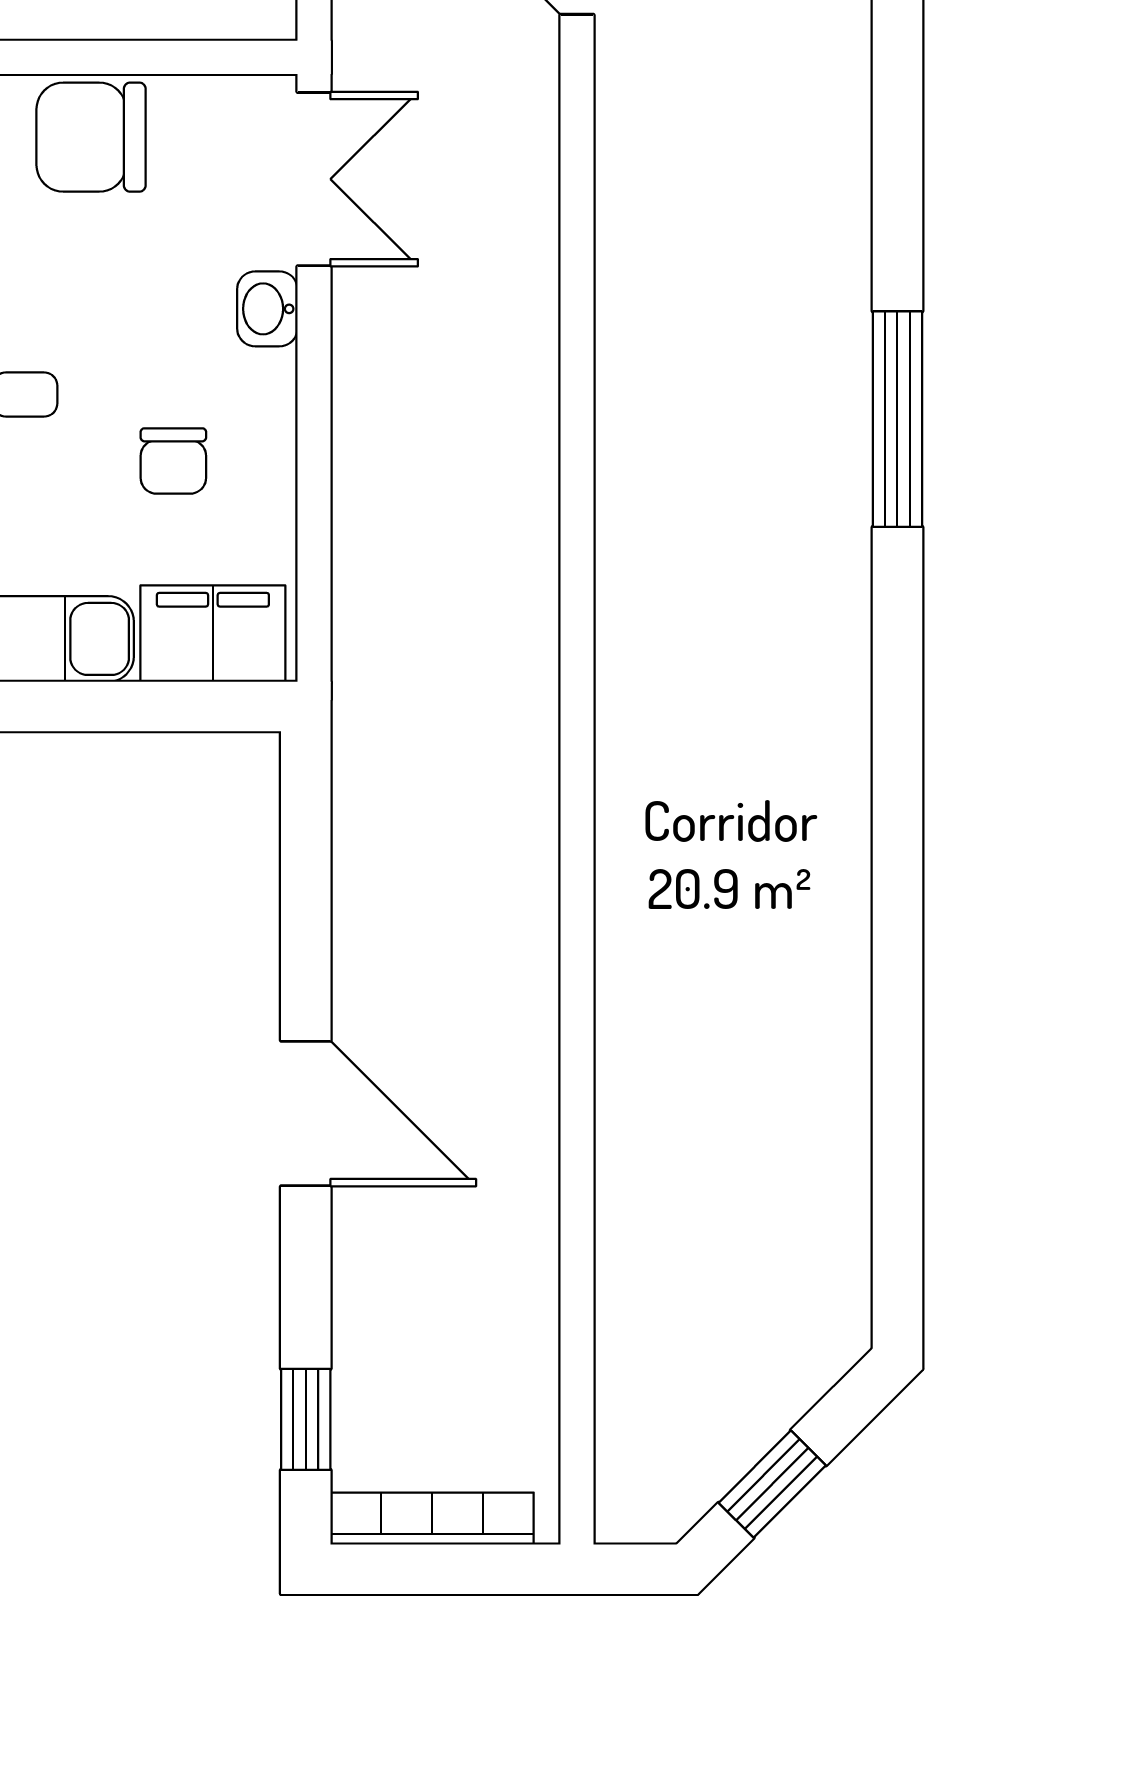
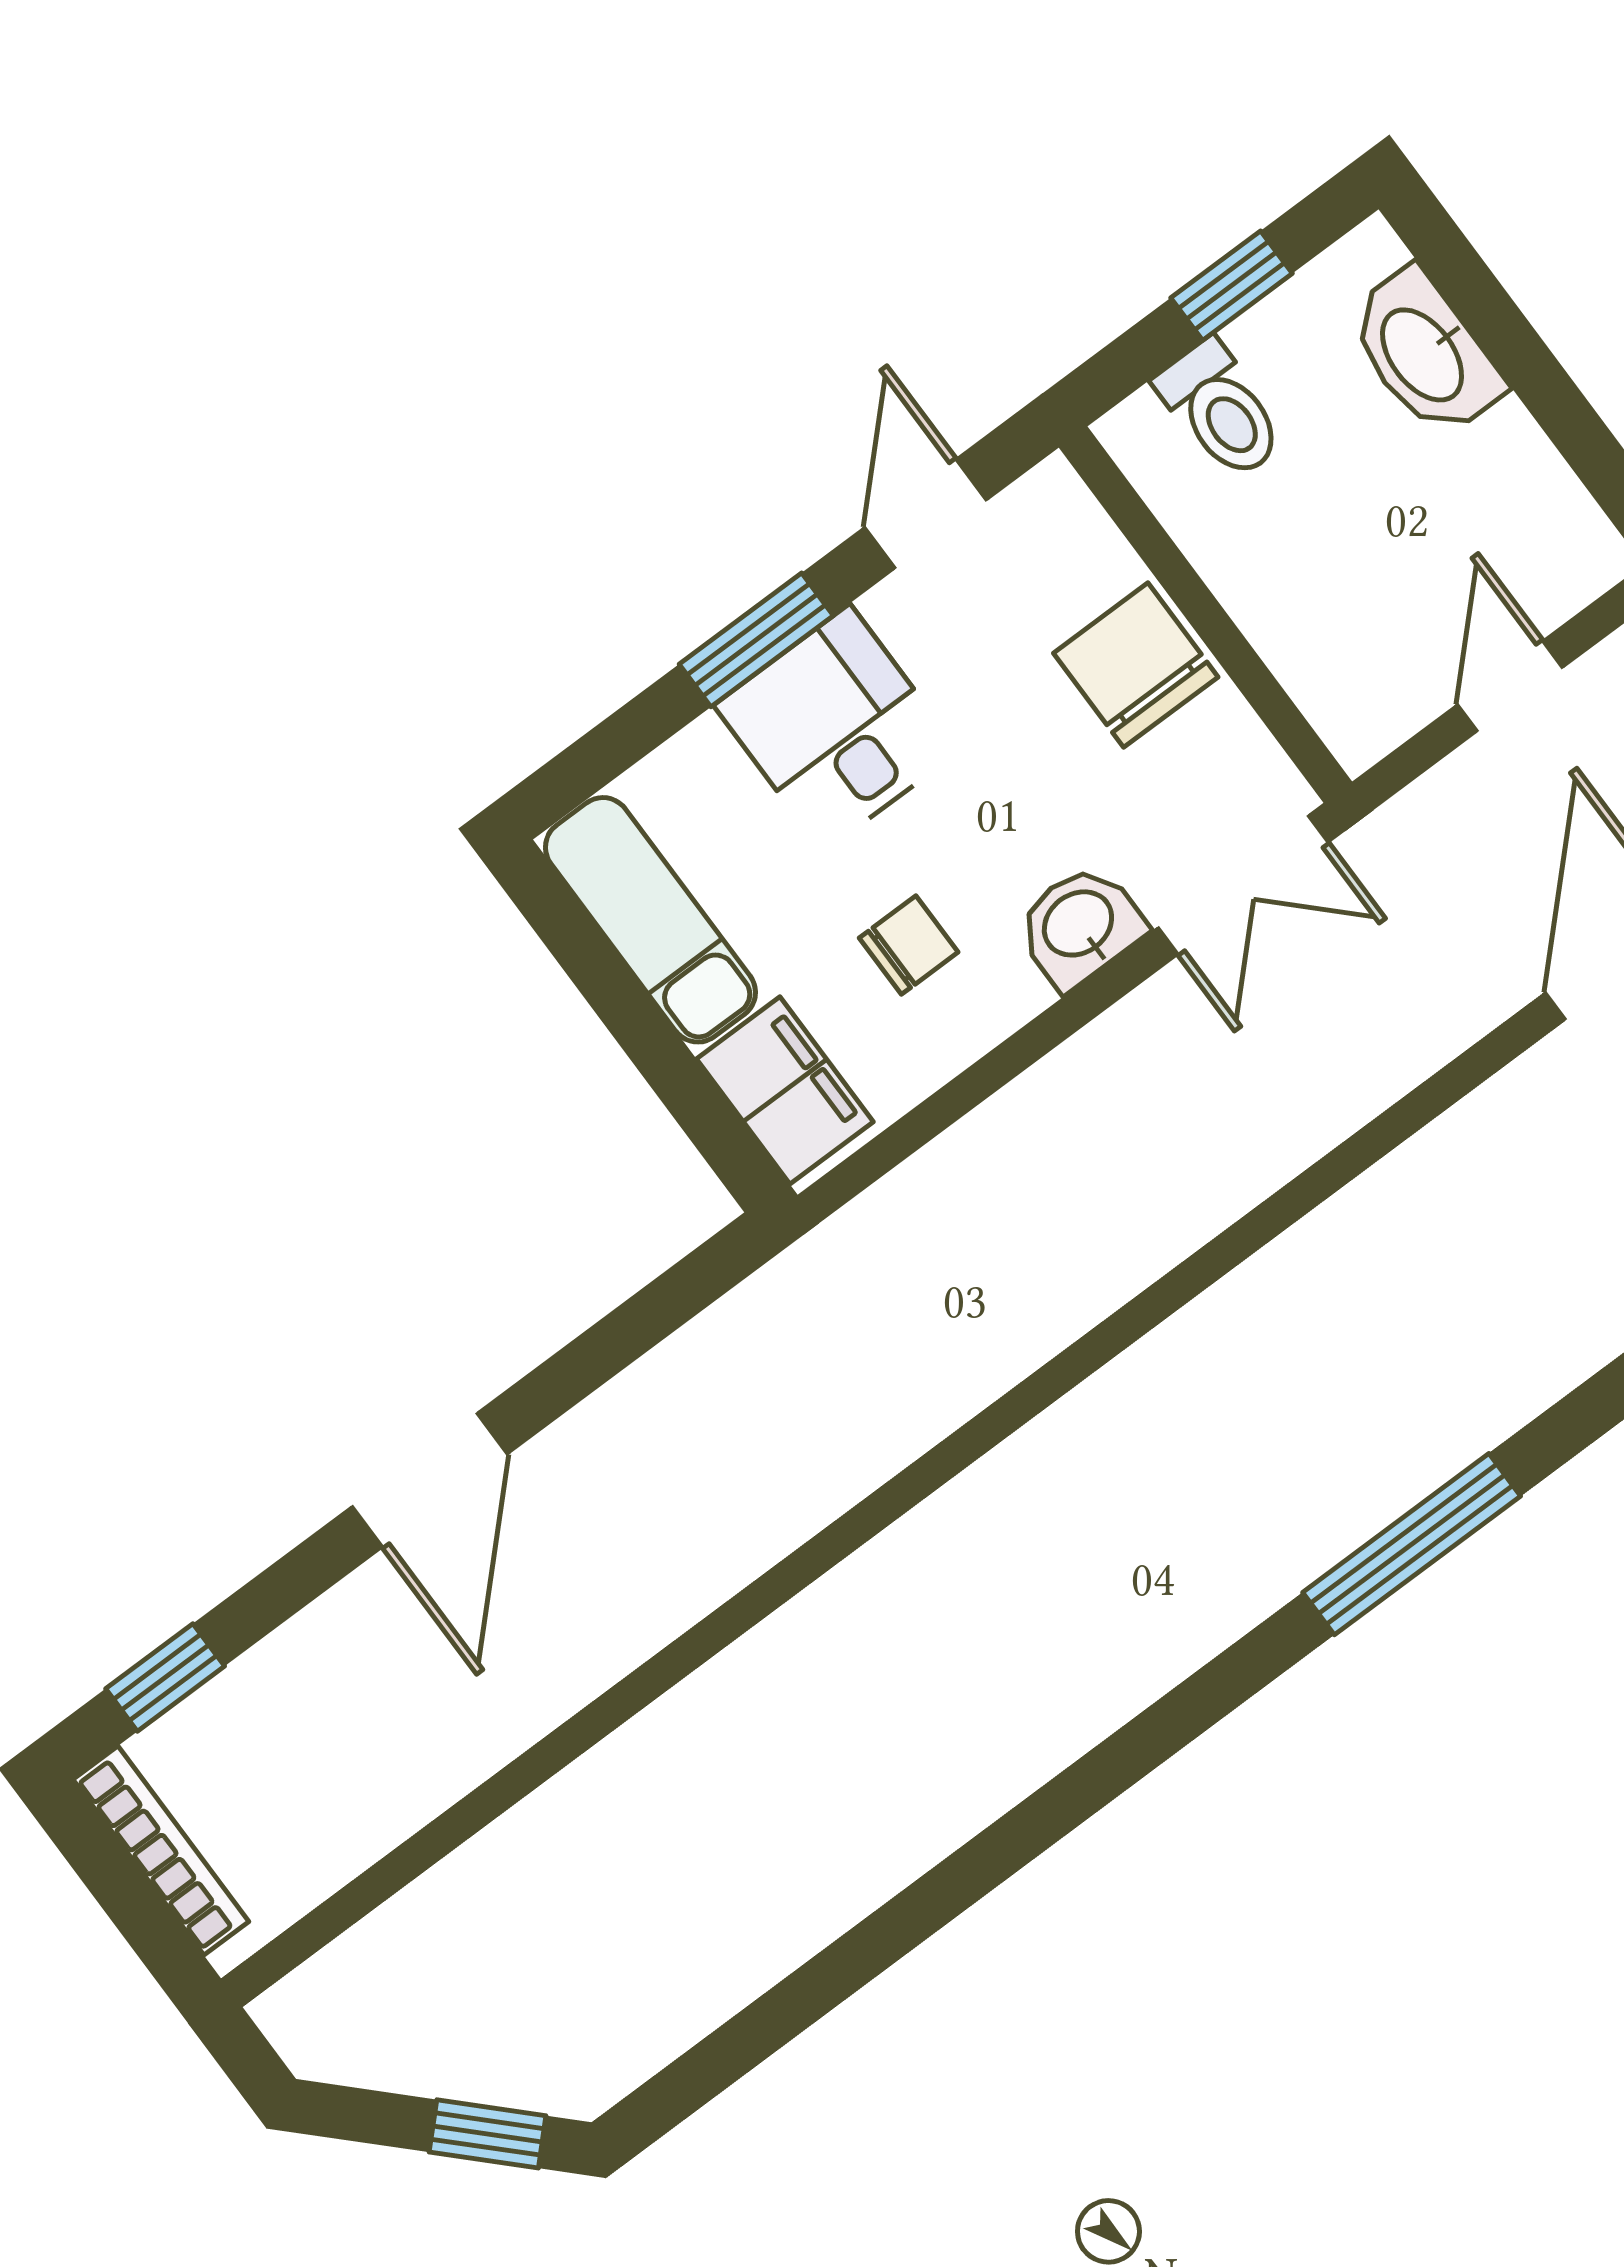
washbasin: (267, 309) -> (1080, 926), width x1.38, depth x1.45
chair: (173, 461) -> (909, 945), turned 180
window: (772, 1484) -> (488, 2134), moved

